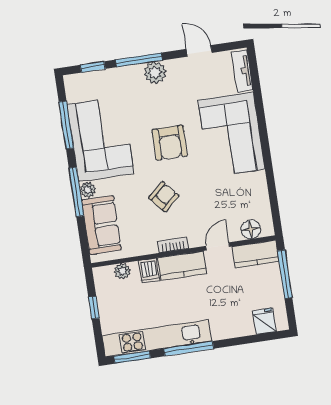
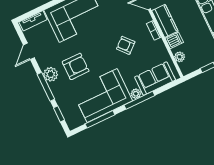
armchair: (170, 143) -> (76, 66), moved

